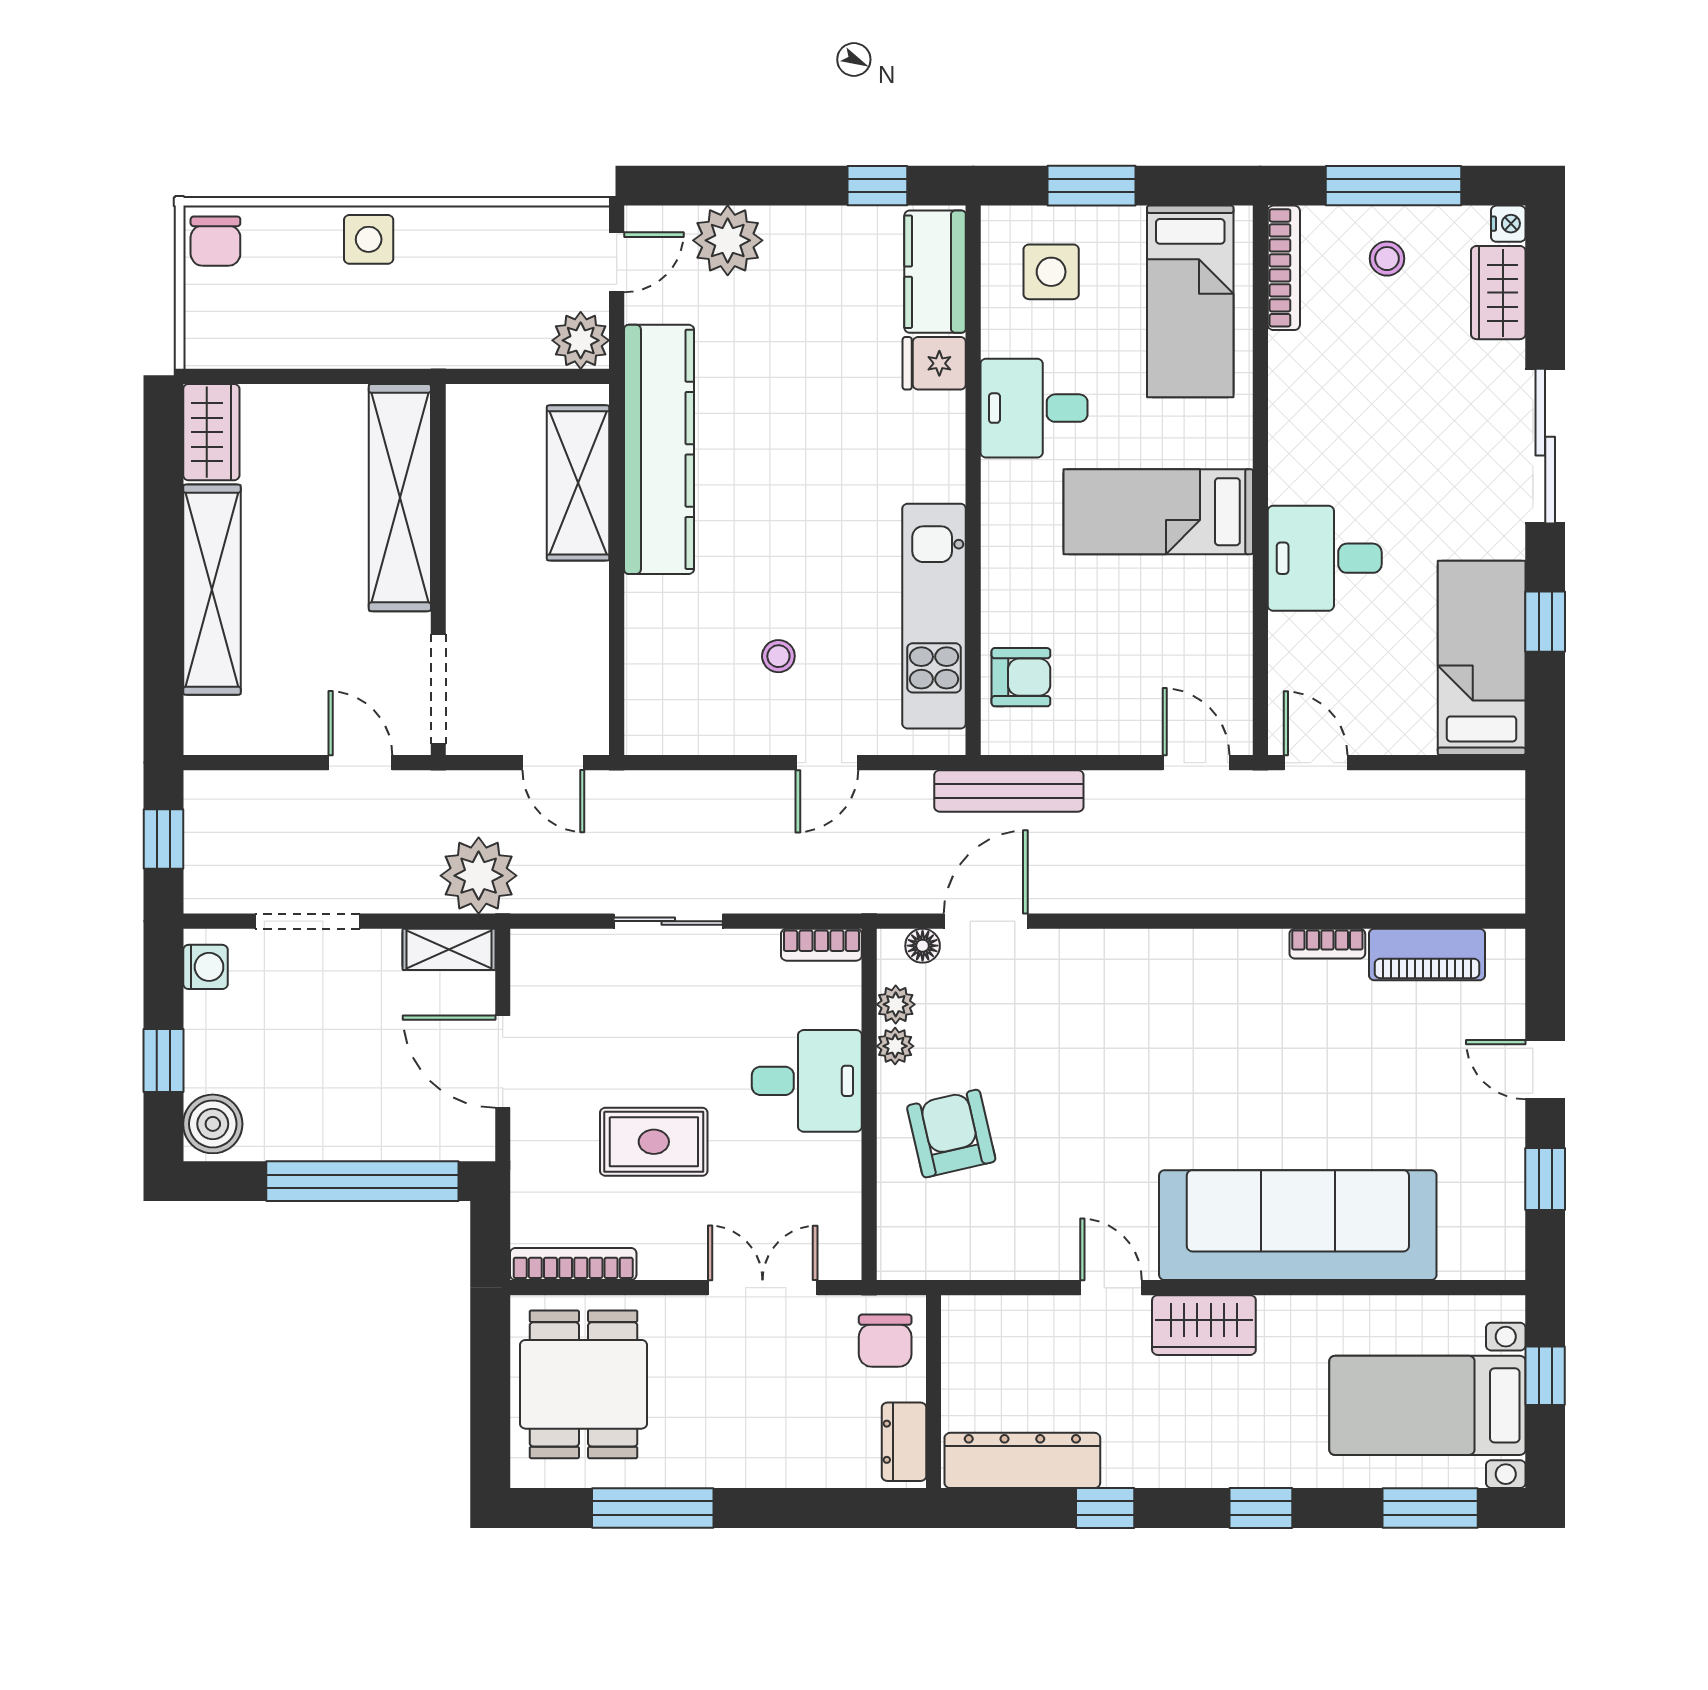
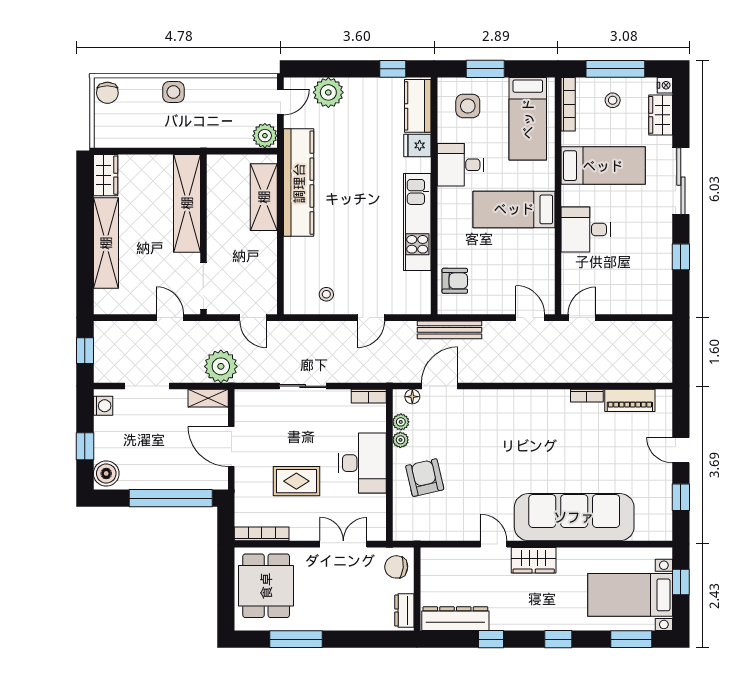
kitchen unit: (934, 616) -> (417, 222), moved
stool: (778, 656) -> (326, 294), moved
bed: (1482, 658) -> (603, 166), moved, turned 90
door: (1316, 763) -> (582, 318), hinge flipped
desk: (807, 1081) -> (362, 463), width x1.37
chair: (885, 1341) -> (396, 567), turned 96

